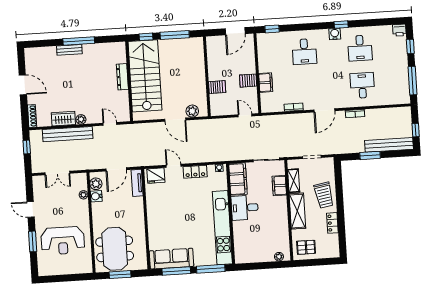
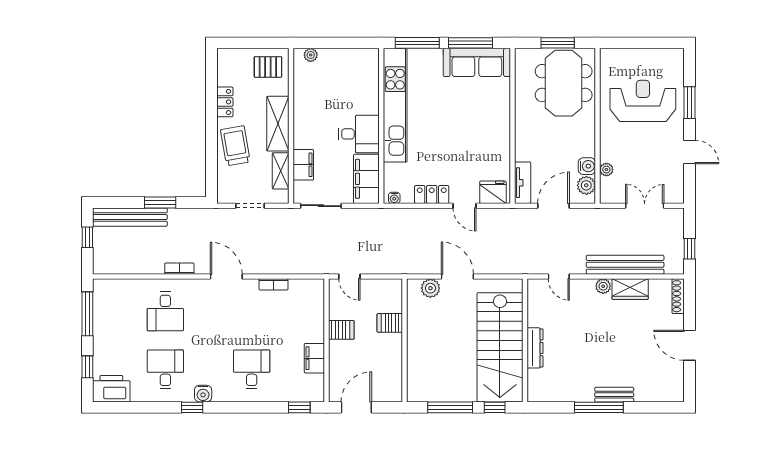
printer: (399, 30) -> (111, 389), width x1.87, depth x1.48
filing cabinet: (266, 83) -> (314, 358), moved
door: (324, 110) -> (226, 277), hinge flipped

